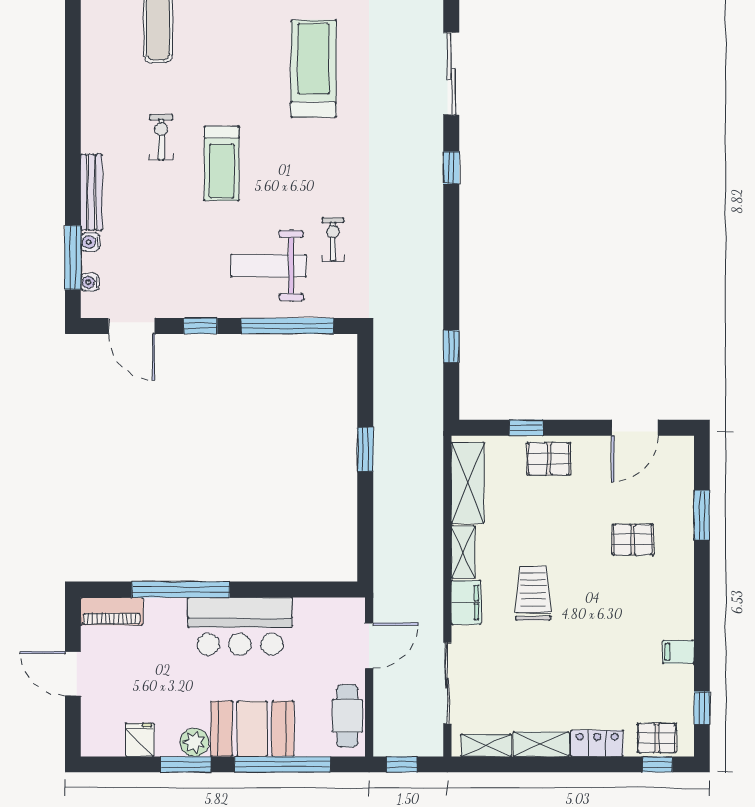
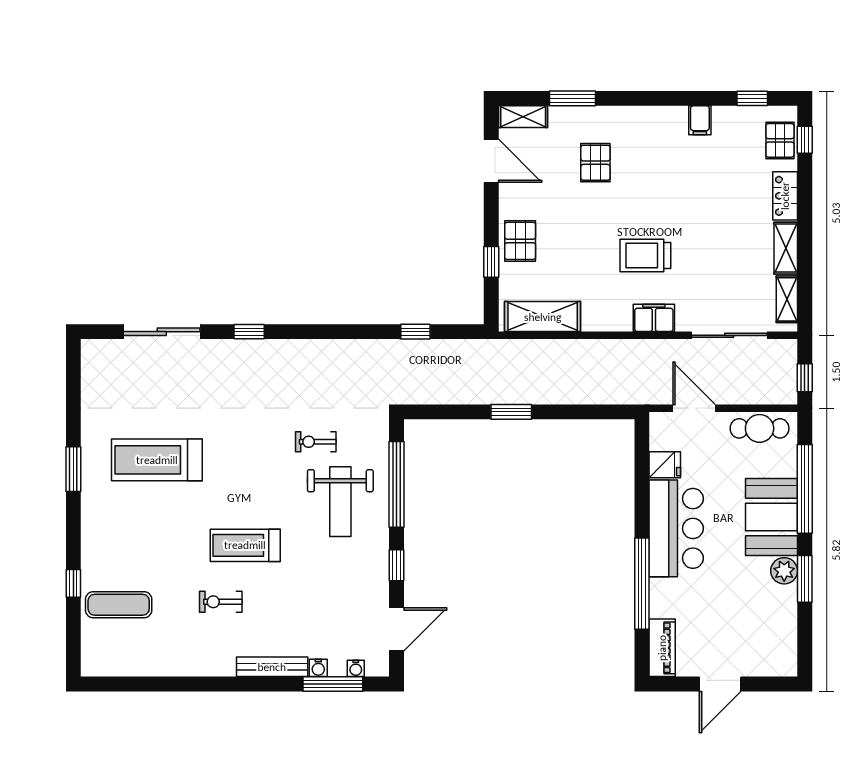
treadmill: (222, 163) -> (245, 545), turned 180
shelving: (463, 552) -> (523, 117), moved
fridge: (140, 740) -> (665, 465), moved, turned 180

